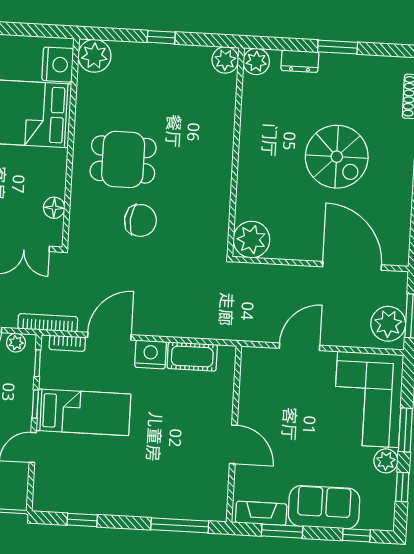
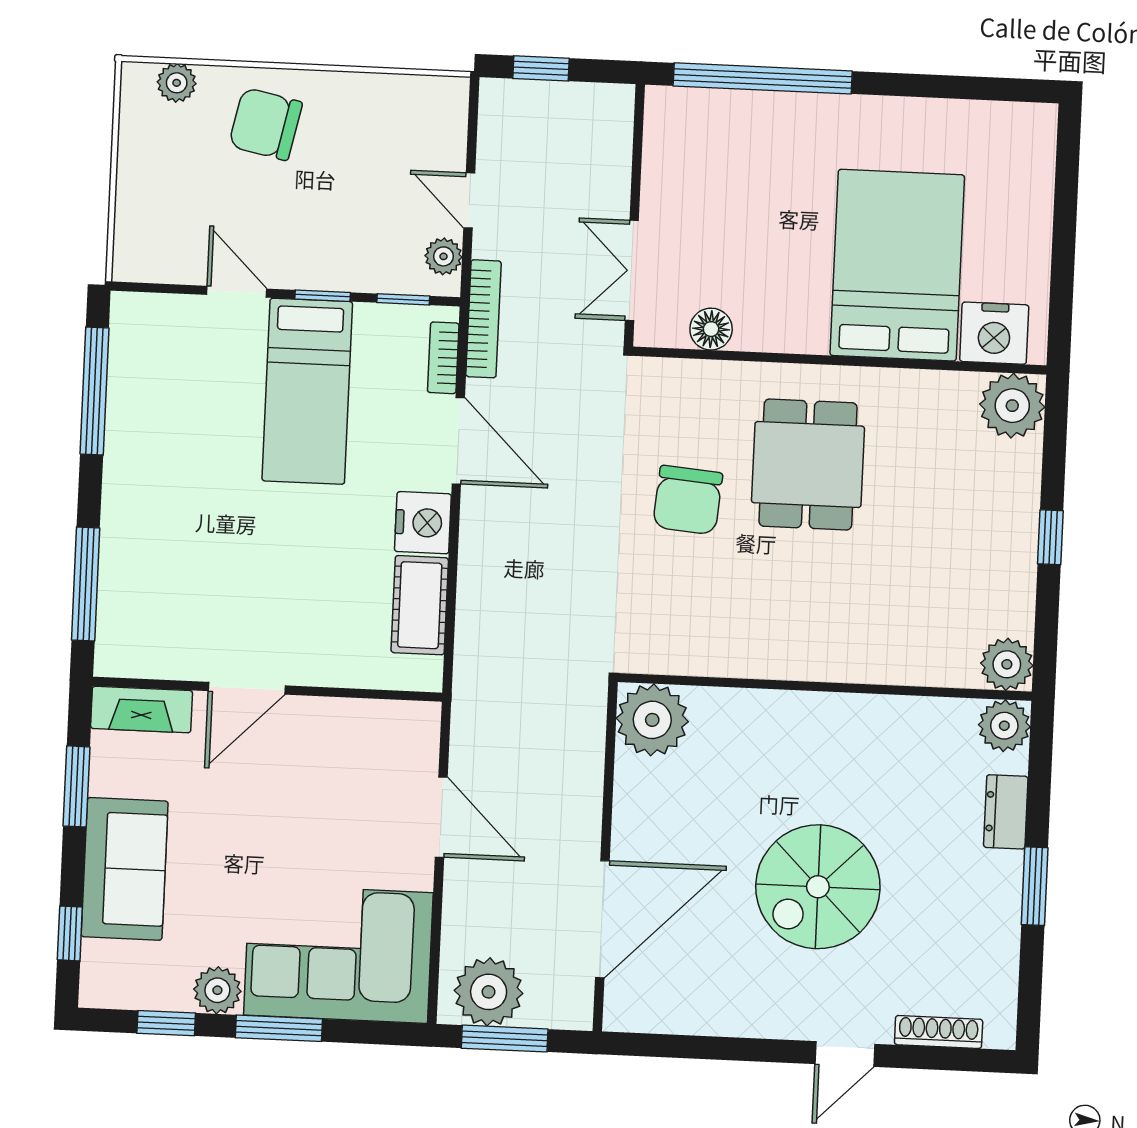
fireplace: (261, 513) -> (142, 710), moved, turned 90
window: (82, 520) -> (94, 391), width x2.17

